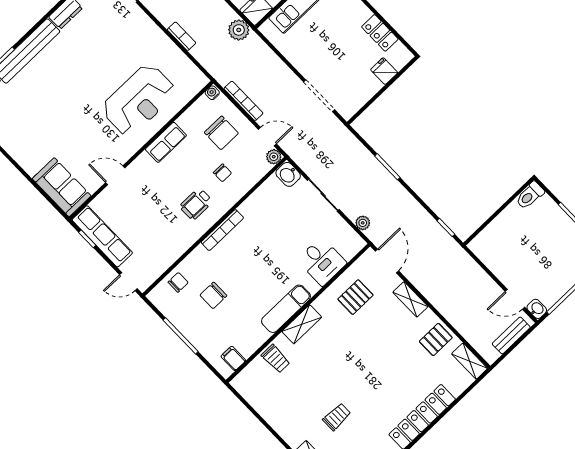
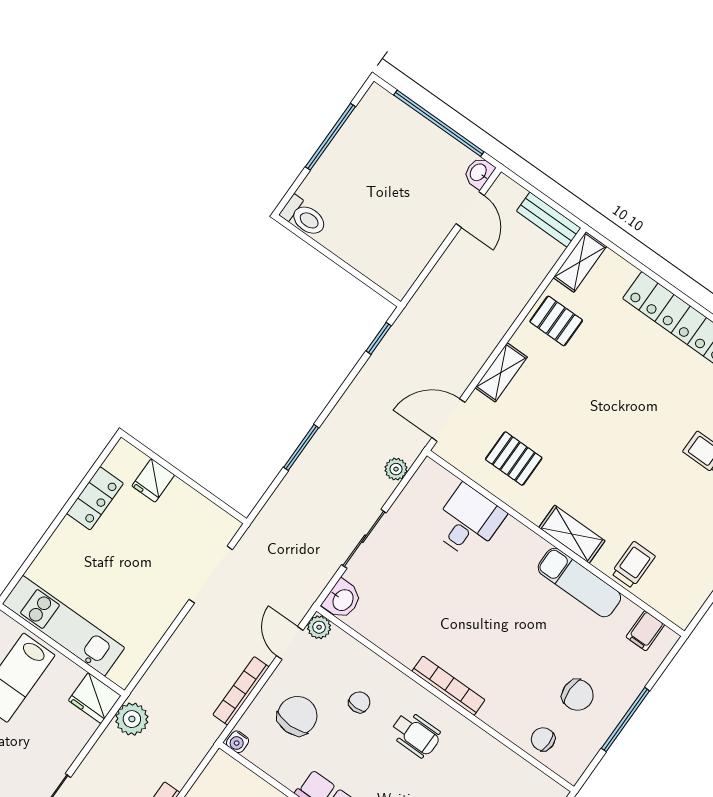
chair: (213, 295) -> (578, 695), moved
exam couch: (286, 309) -> (579, 583), moved
bench: (511, 335) -> (549, 220), moved

